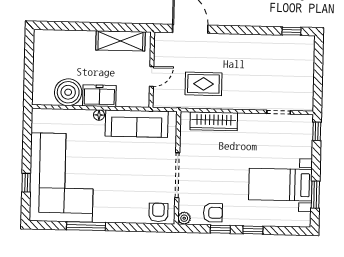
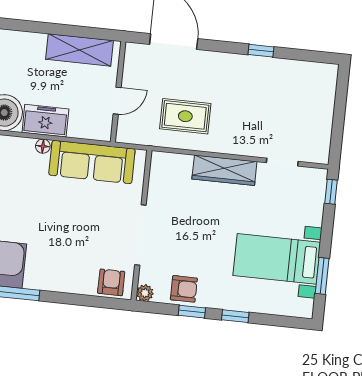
window: (292, 31) -> (261, 51), moved
wardrobe: (214, 121) -> (224, 170), moved

